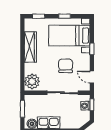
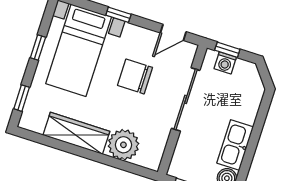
plant: (32, 81) -> (123, 145), moved

